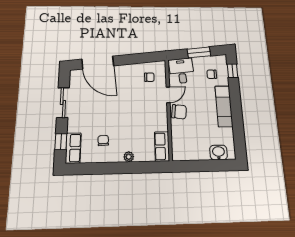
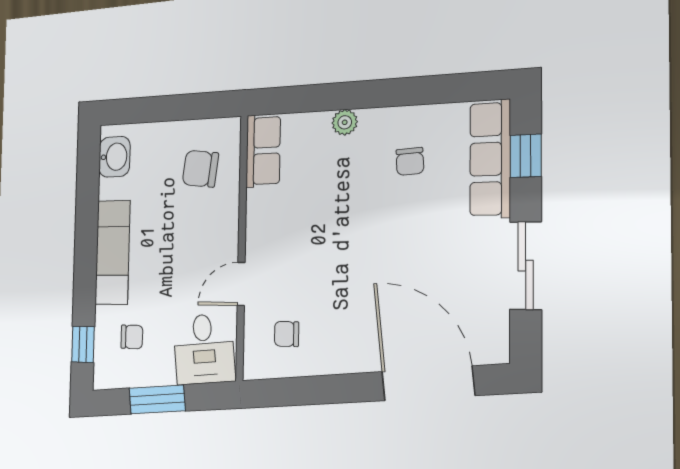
chair: (179, 112) -> (200, 169), moved
row of seats: (73, 148) -> (490, 159), width x1.48
washbasin: (219, 152) -> (114, 157), moved, turned -90

